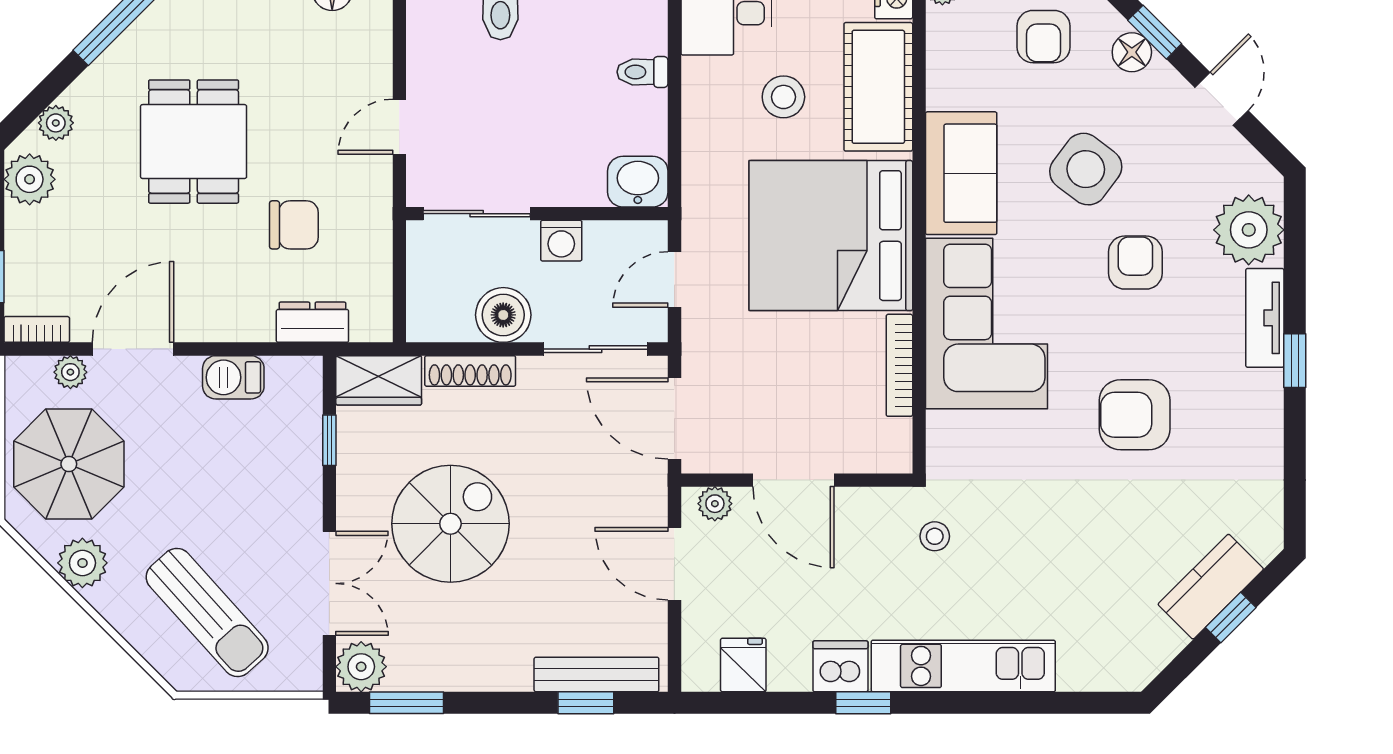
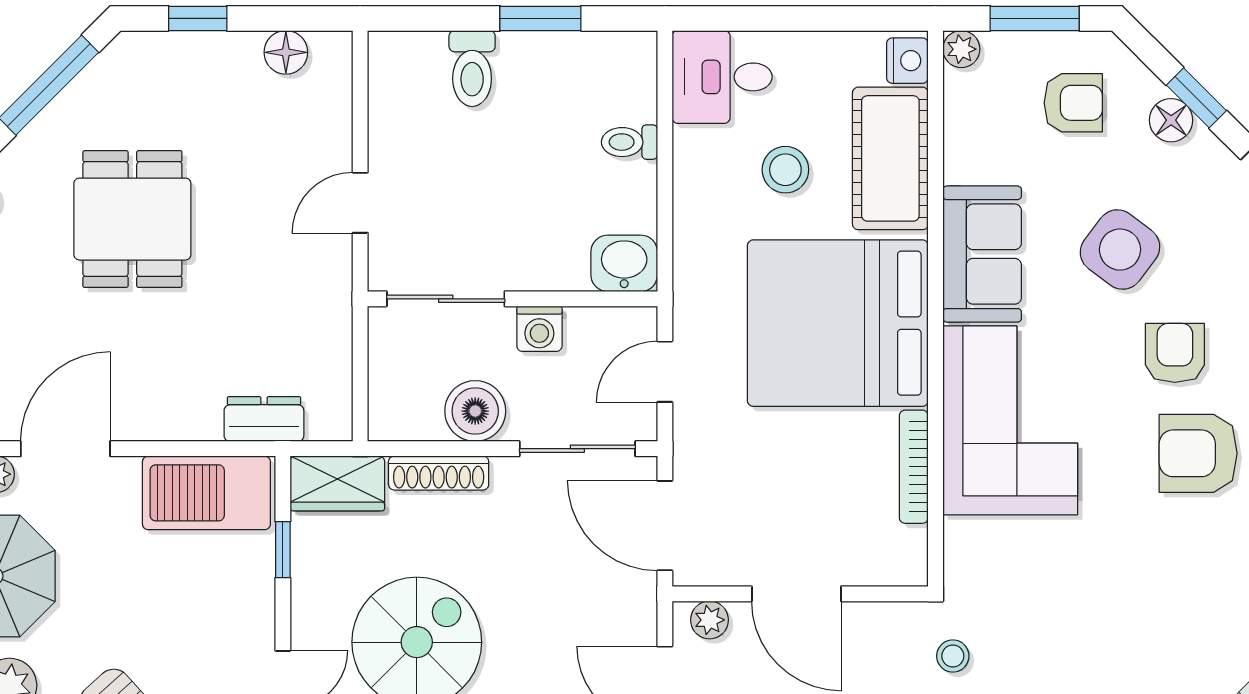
armchair: (1043, 37) -> (1073, 103), turned -90
chair: (294, 225) -> (243, 311), removed
barbecue: (233, 377) -> (206, 493), width x1.88, depth x1.53
armchair: (1135, 415) -> (1198, 453), moved

